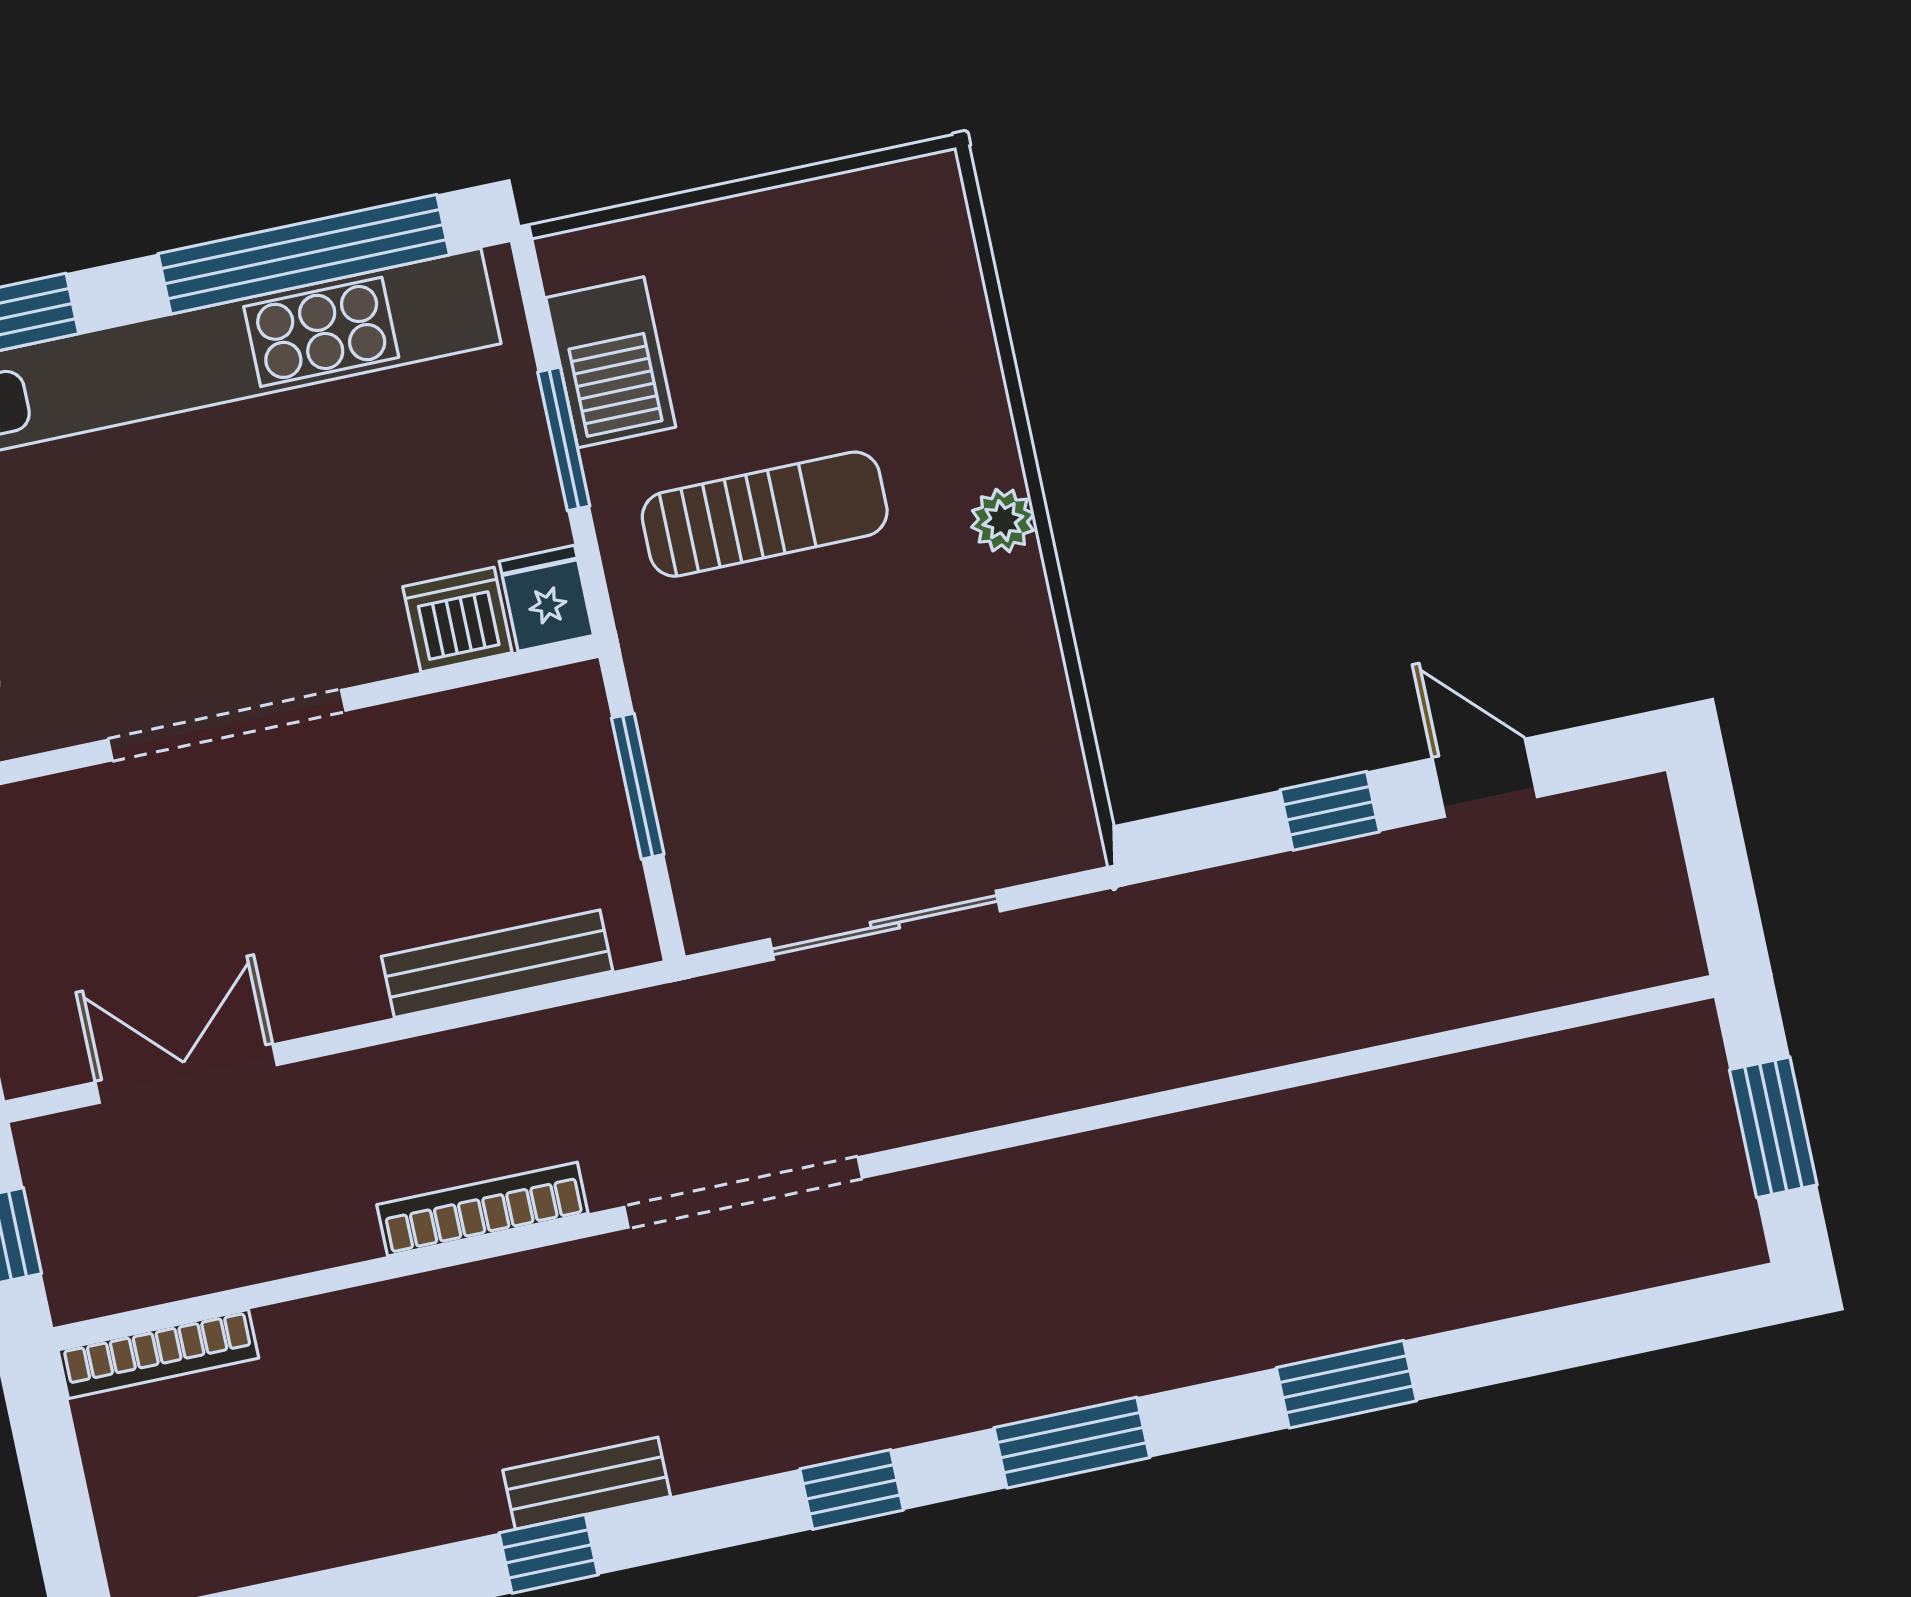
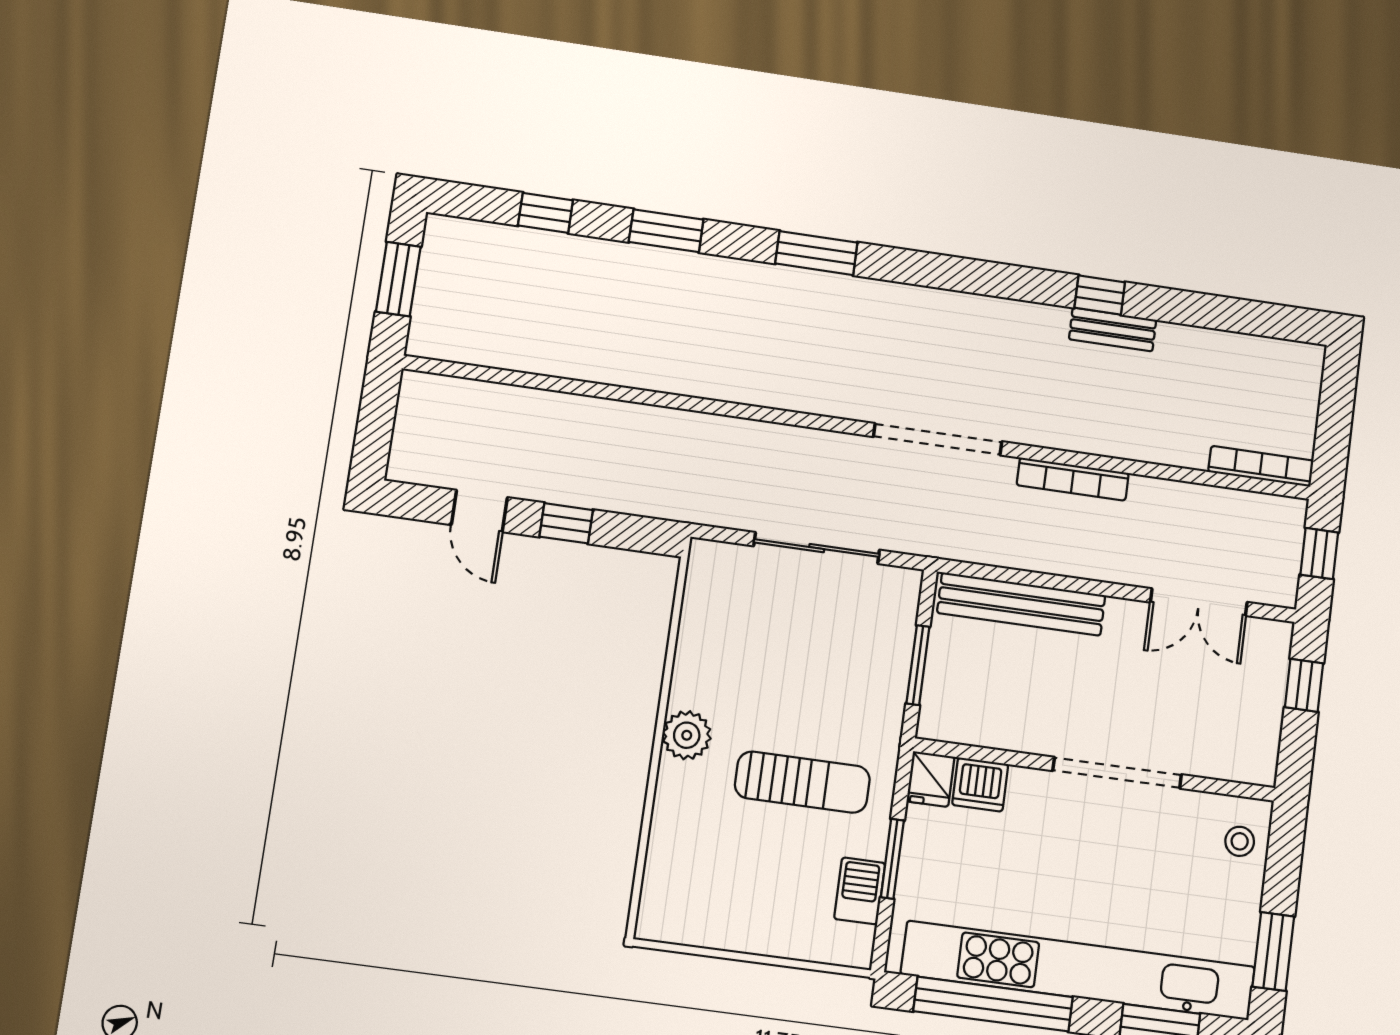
barbecue: (611, 362) -> (860, 891), width x0.73, depth x0.79
sun lounger: (765, 514) -> (802, 782), turned 180
plant: (1003, 521) -> (687, 735), width x1.38, depth x1.38
bench: (497, 964) -> (1021, 604), width x1.37, depth x1.21
bench: (587, 1483) -> (1113, 330), moved
window: (852, 1489) -> (545, 213), moved

